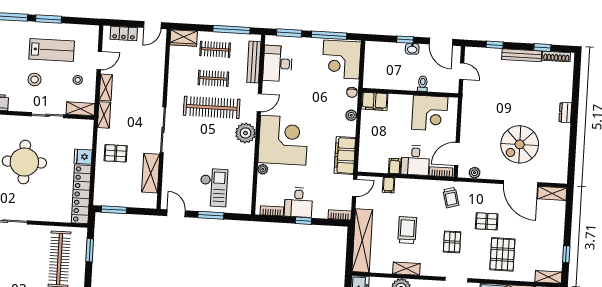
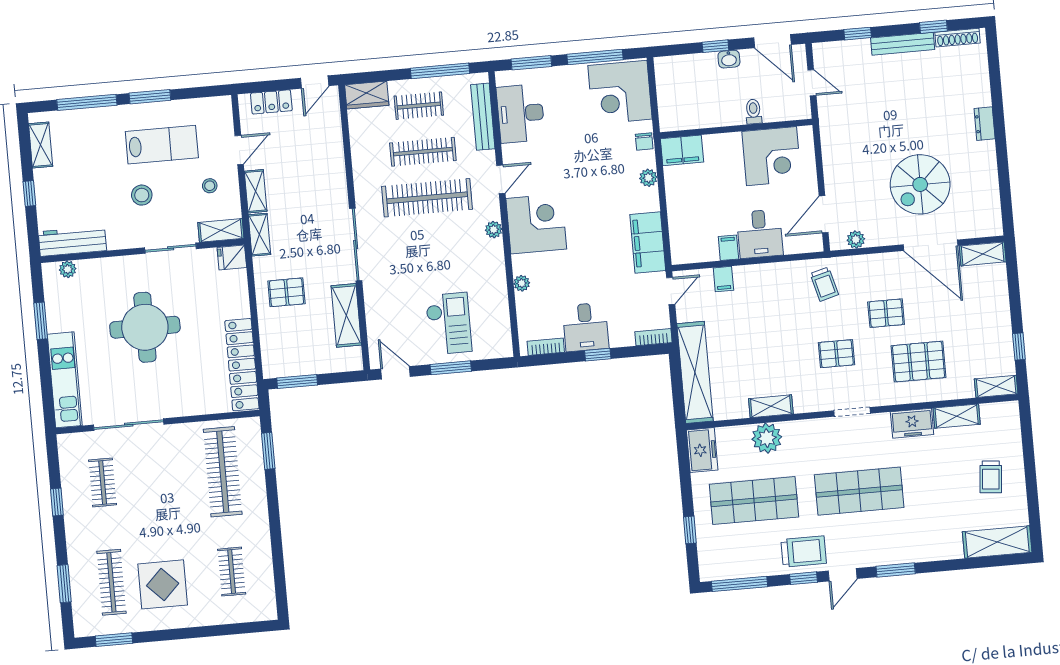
clothes rail: (213, 78) -> (423, 152), width x1.36
plant: (246, 133) -> (494, 230), width x0.53, depth x0.53
corner desk: (283, 140) -> (536, 224), width x0.74, depth x0.74
fridge: (83, 157) -> (232, 257), moved
bookcase: (441, 172) -> (803, 246), removed
trolley: (407, 230) -> (763, 345), removed
pallet: (452, 242) -> (836, 354), turned 90
pallet: (502, 254) -> (919, 362), turned 90

